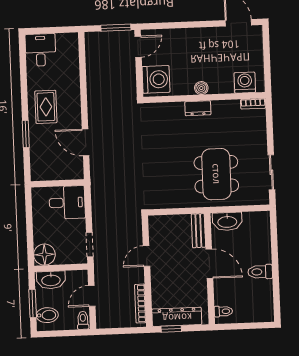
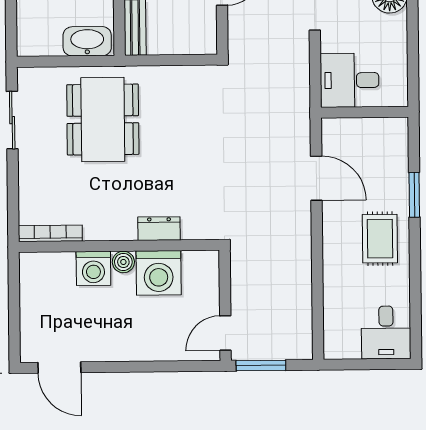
washing machine: (156, 79) -> (159, 273), moved, turned -90
washing machine: (245, 83) -> (93, 268), moved
bookcase: (253, 104) -> (50, 233), width x1.56
dresser: (198, 108) -> (159, 229), moved

